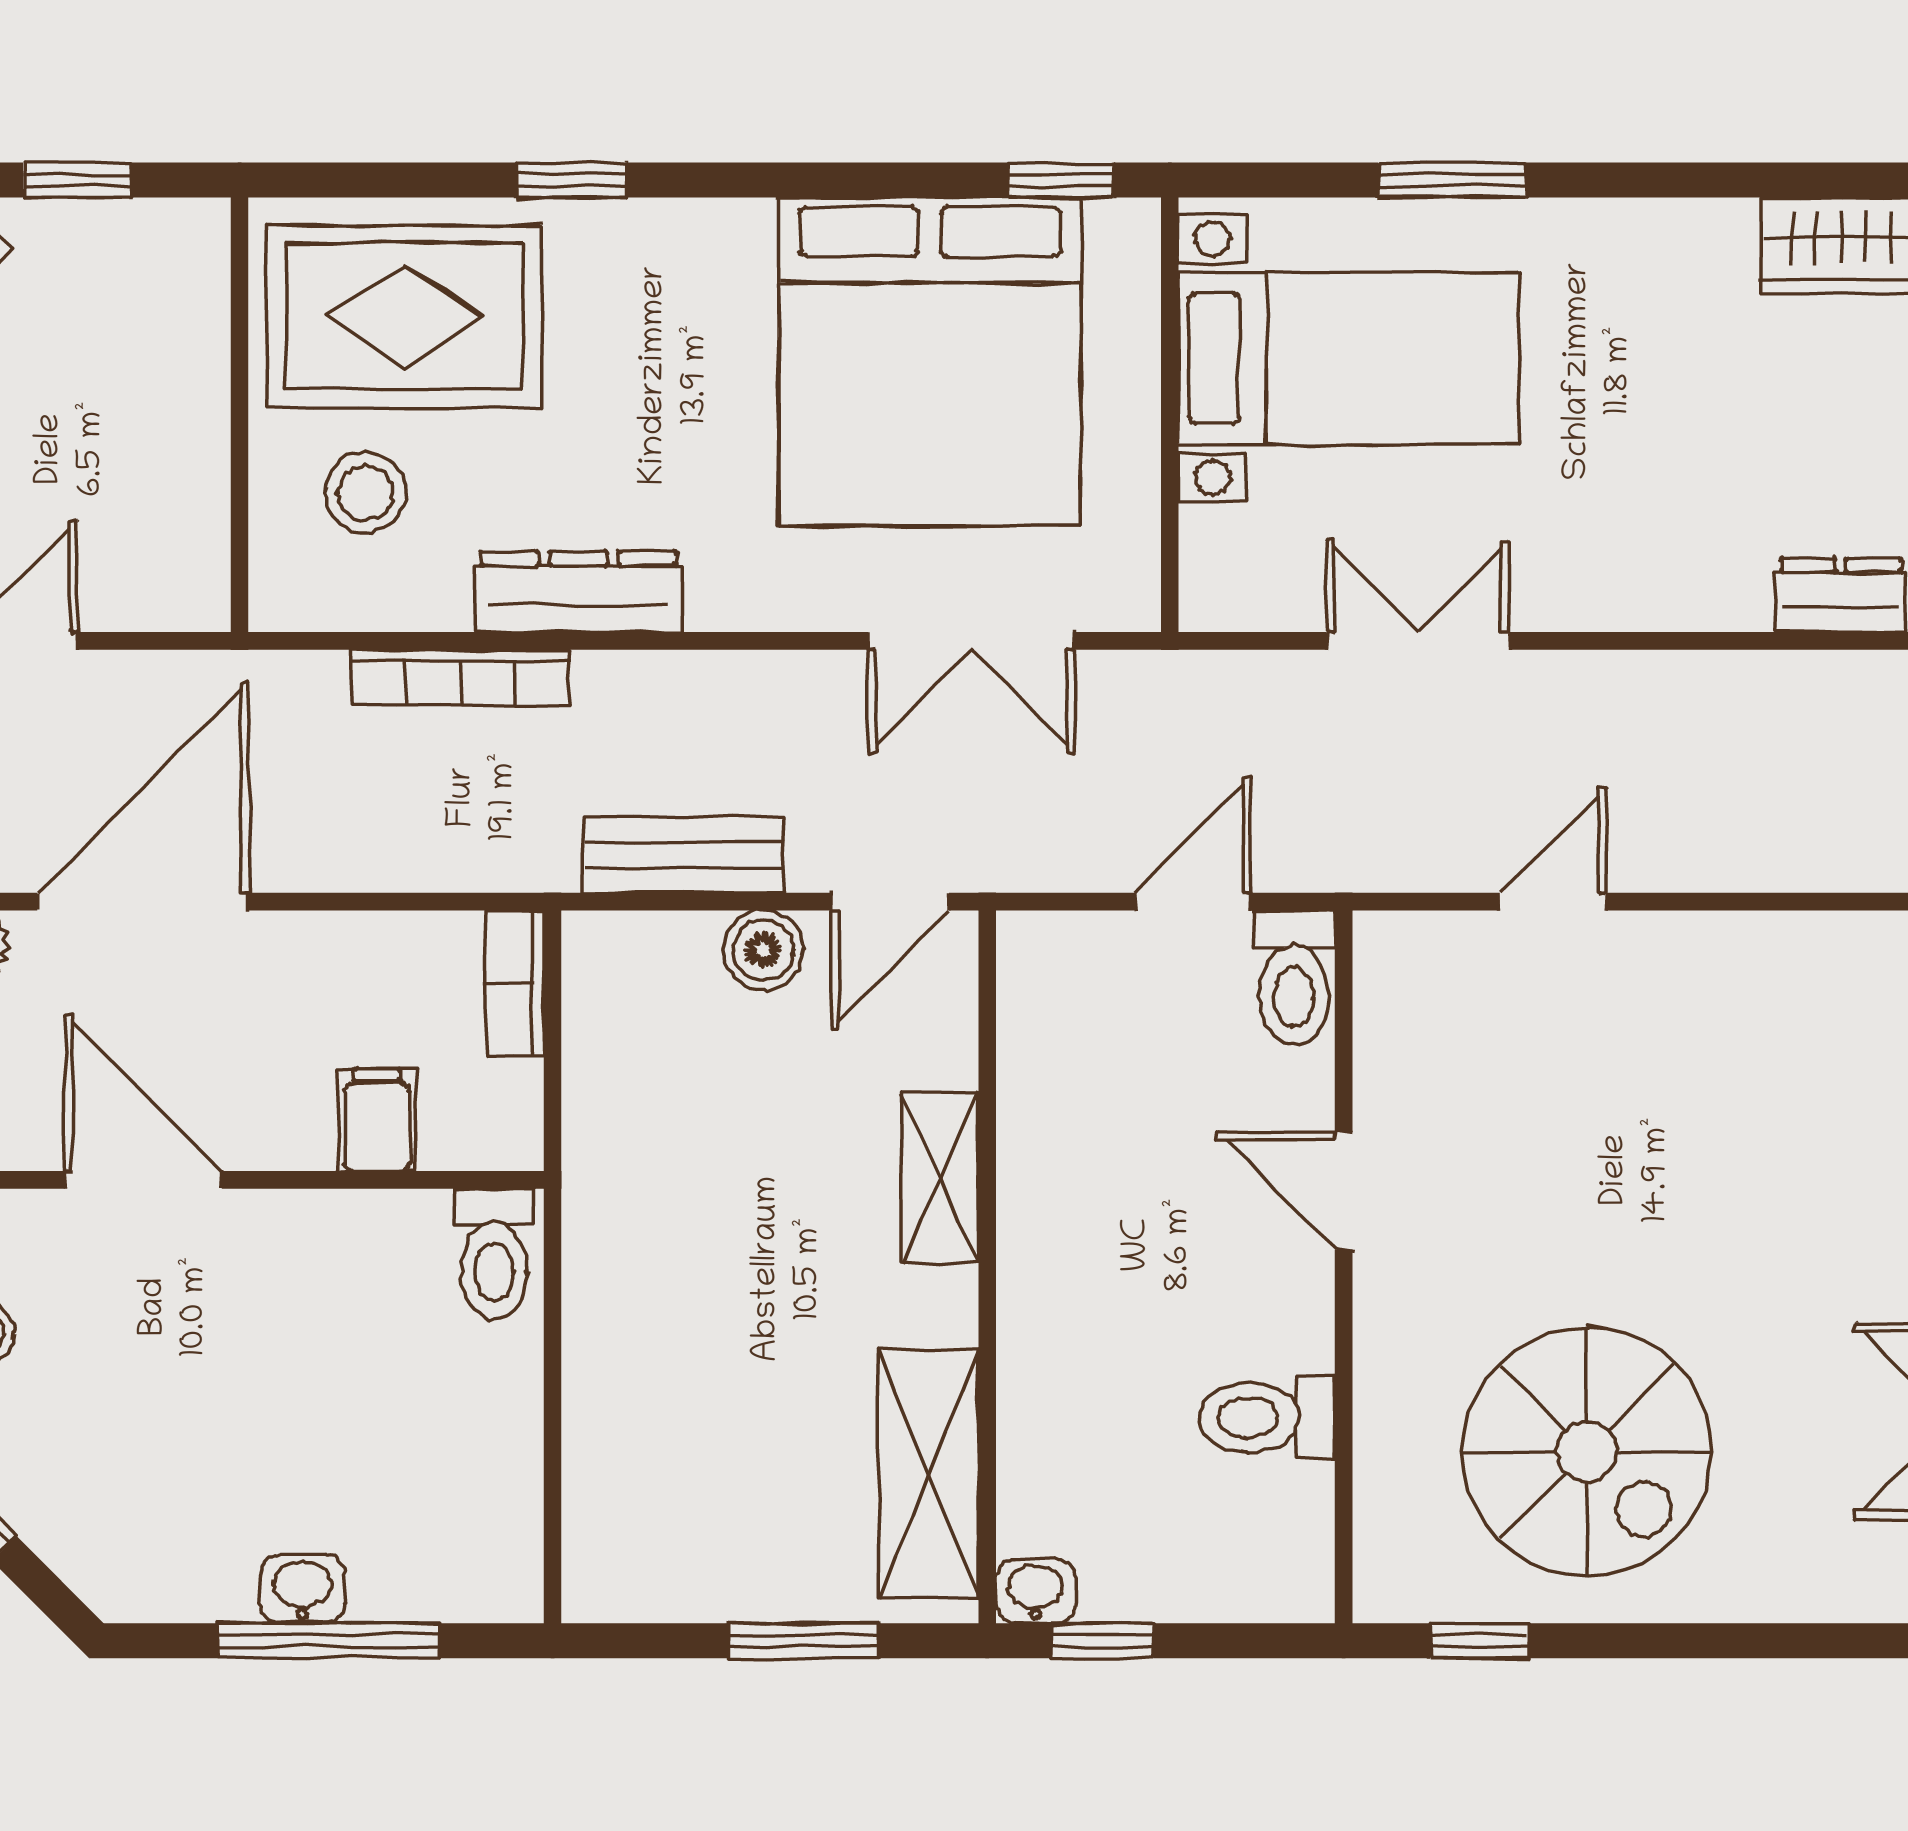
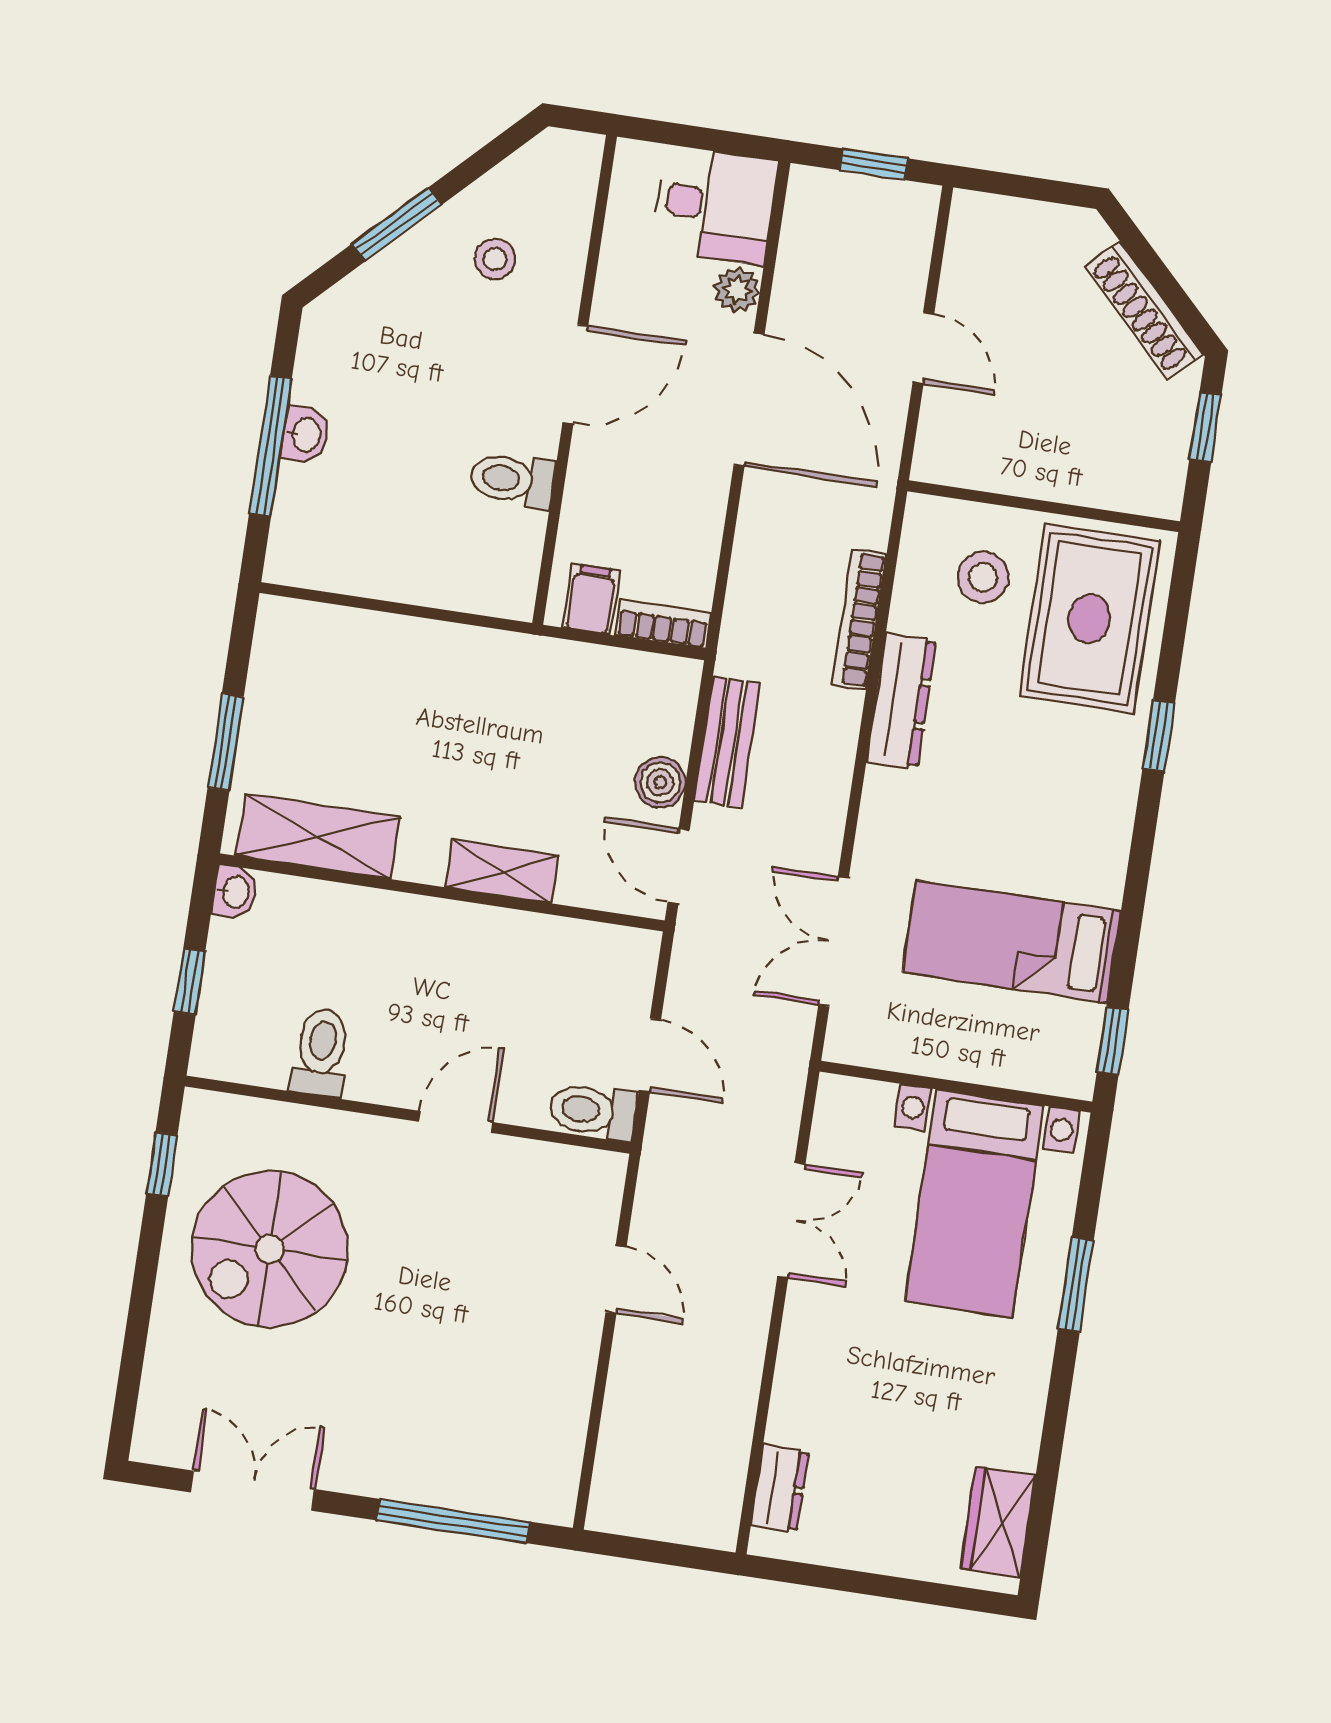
bed: (930, 362) -> (1012, 942), width x0.49
filing cabinet: (377, 1120) -> (591, 599), moved, turned -90
toilet: (494, 1254) -> (512, 479), moved
window: (1103, 1641) -> (189, 982), moved

